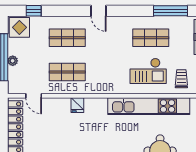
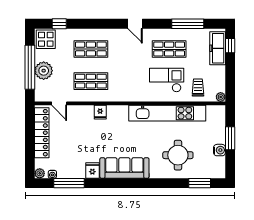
door: (99, 11) -> (135, 24), moved
plant: (13, 61) -> (44, 71), width x1.88, depth x1.88
checkout: (148, 71) -> (167, 80), turned 180

